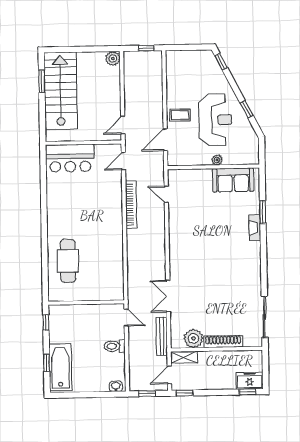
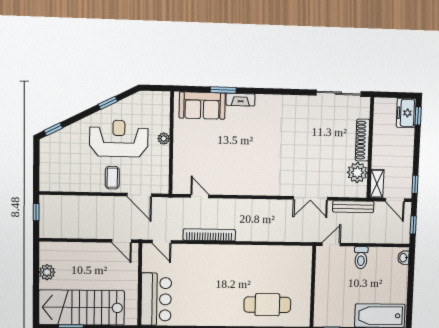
plant: (113, 58) -> (47, 272), moved
sofa: (233, 180) -> (202, 106), moved, turned 90
door: (166, 194) -> (200, 196), swing flipped

